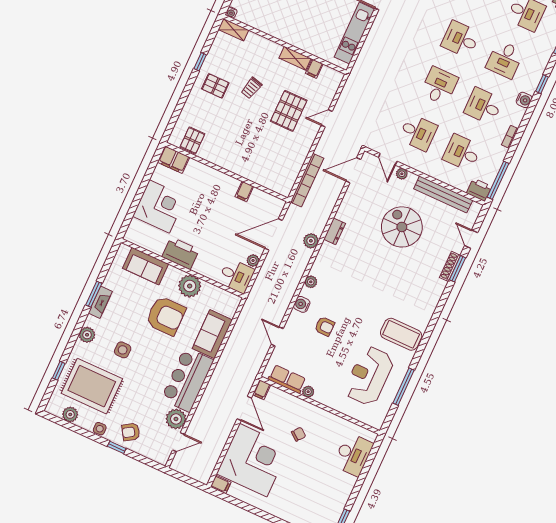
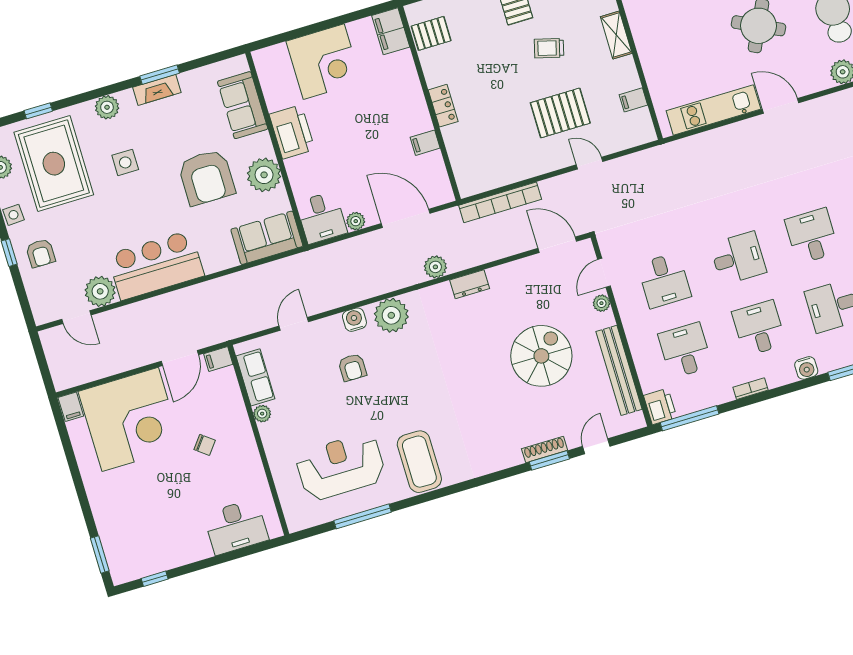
shelving: (295, 58) -> (616, 35), moved
locker: (234, 166) -> (443, 106), added
plant: (311, 282) -> (391, 315), width x1.88, depth x1.88
sofa: (212, 334) -> (267, 238), moved
armchair: (131, 432) -> (41, 253), turned -147

